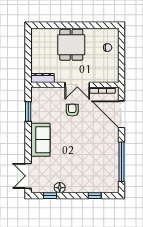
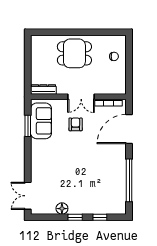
dining table: (71, 45) -> (74, 53), turned 90
door: (121, 114) -> (129, 129), hinge flipped
sofa: (40, 140) -> (41, 121), moved
window: (50, 196) -> (75, 217), moved

